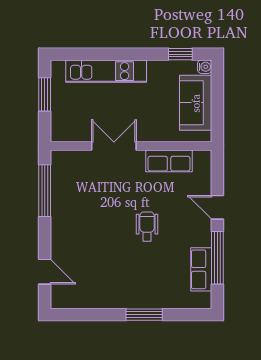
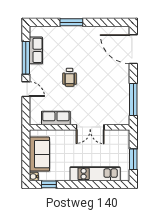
door: (45, 272) -> (133, 49), width x1.88

